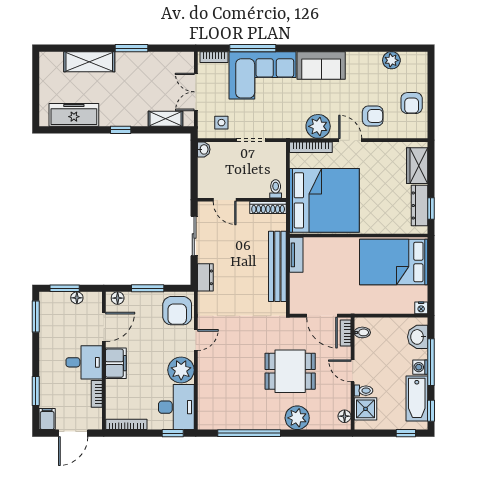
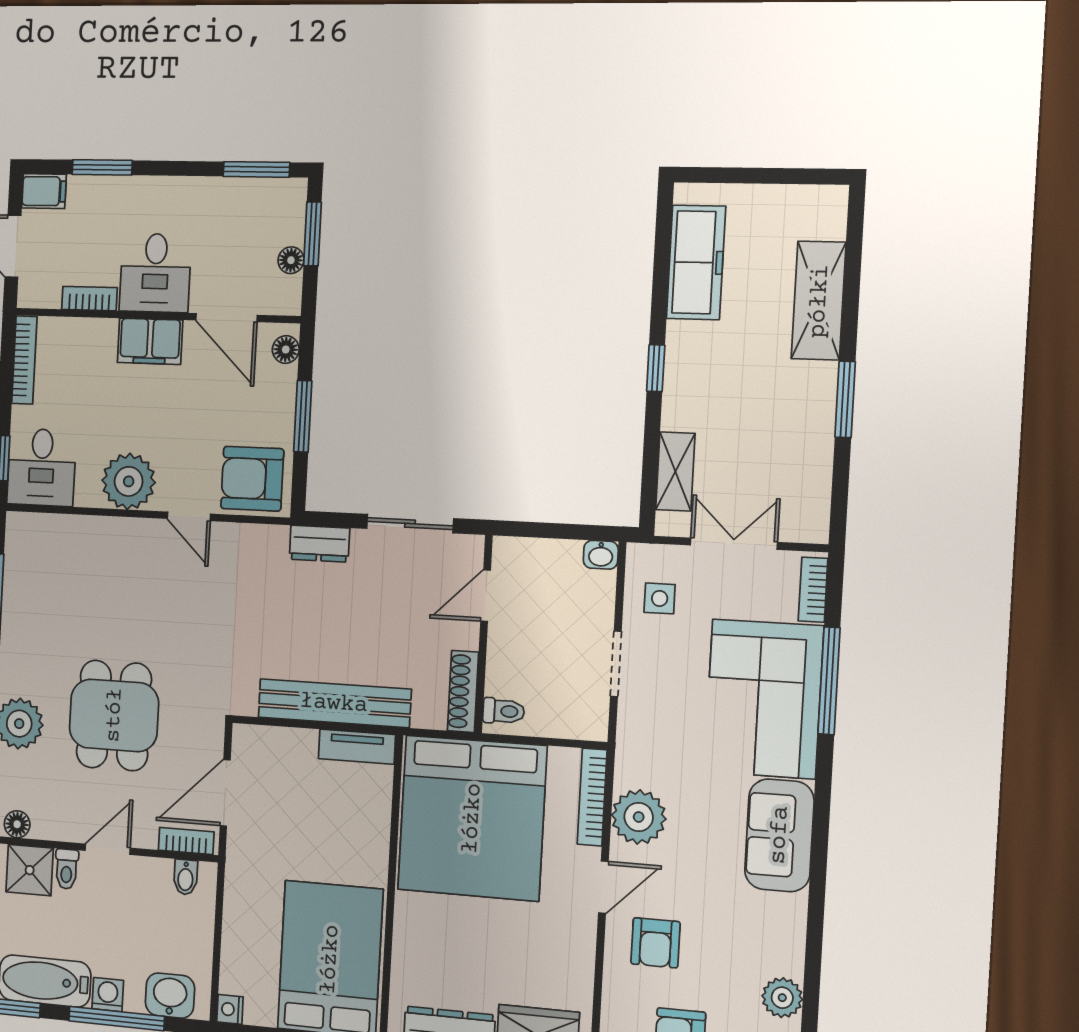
desk: (176, 407) -> (41, 467), width x0.73

